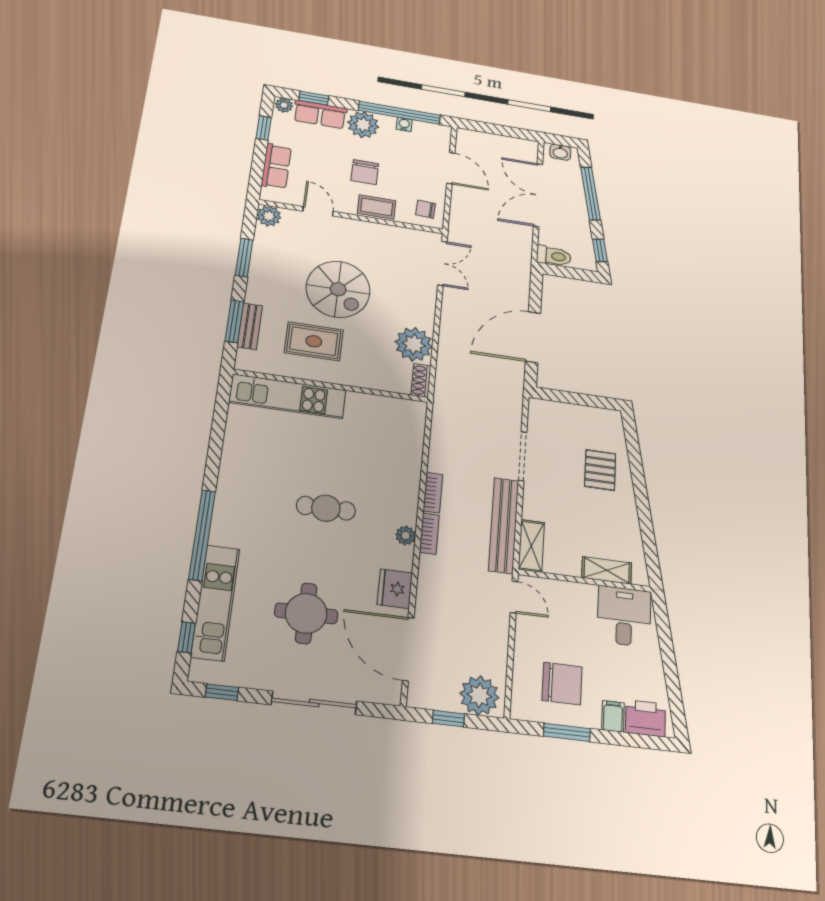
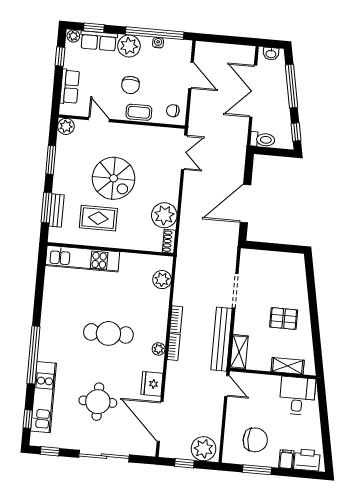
plant: (411, 434) -> (162, 280), added
pallet: (600, 470) -> (284, 318), moved, turned 90
cafe table: (326, 508) -> (108, 333), width x1.37, depth x1.35

